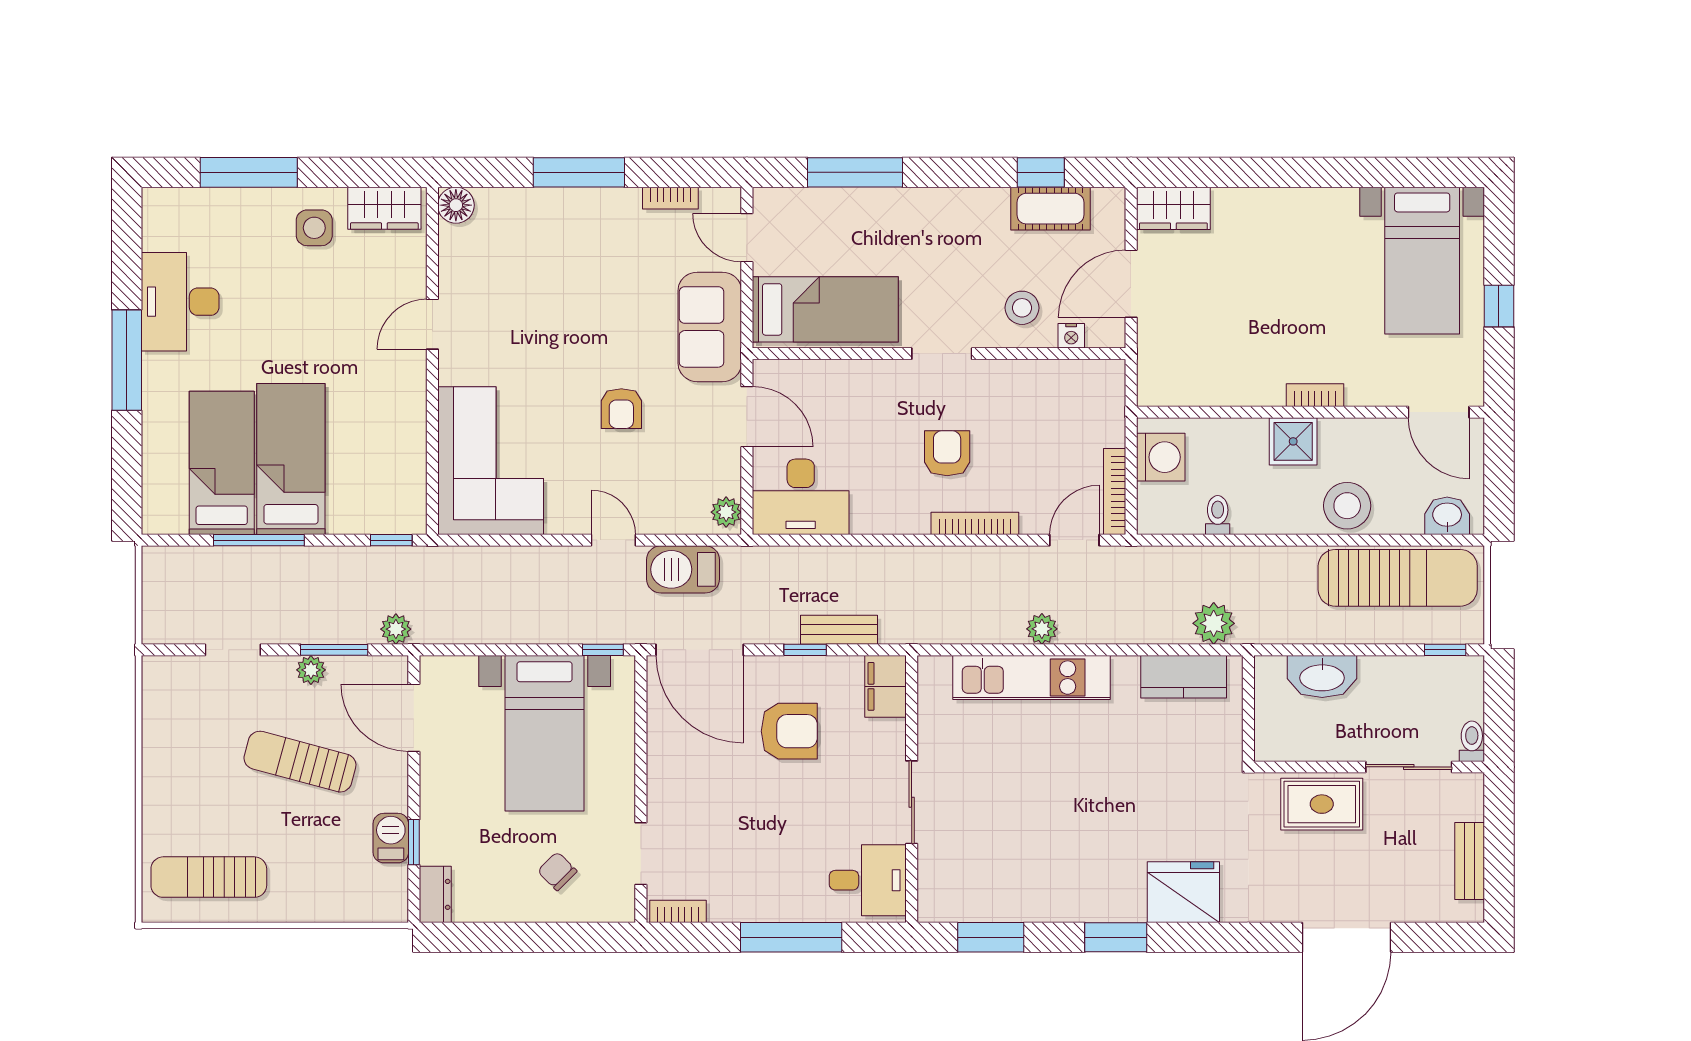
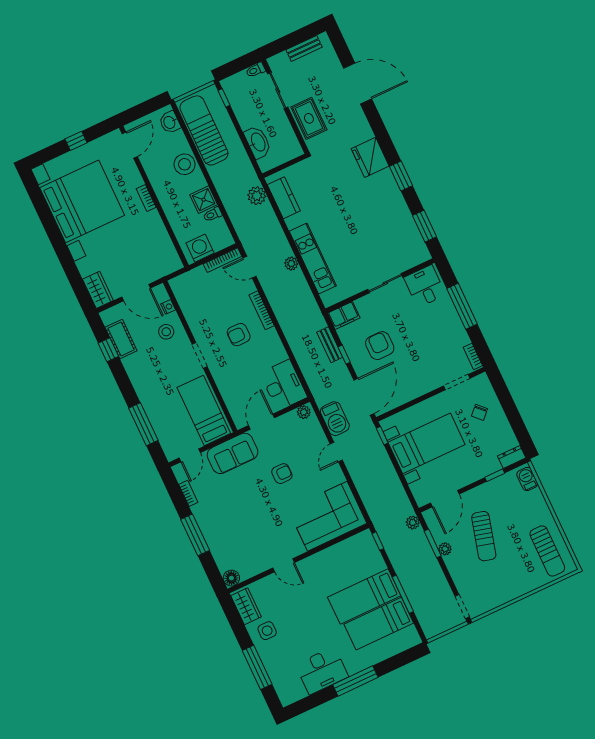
bed with nightstands: (1422, 261) -> (82, 201), width x1.85
shower: (1293, 441) -> (204, 200), moved
doorway: (233, 650) -> (462, 607), moved
barbecue: (391, 838) -> (527, 479), moved, turned 90

